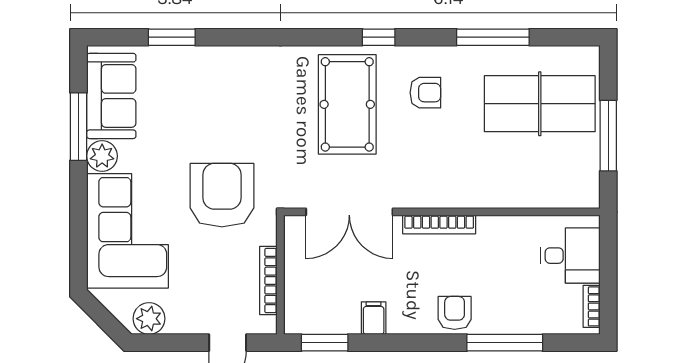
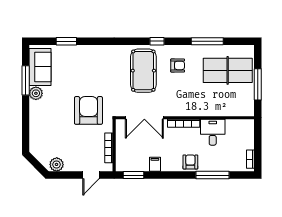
corner sofa: (128, 231) -> (47, 126), removed
desk: (570, 256) -> (213, 132), moved, turned -90

